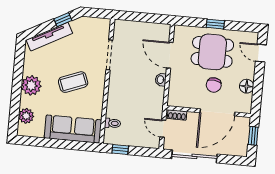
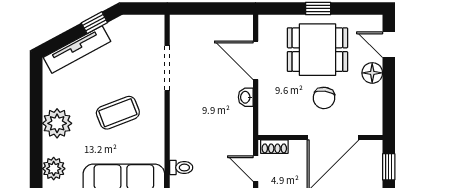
floor lamp: (247, 86) -> (372, 73), moved

